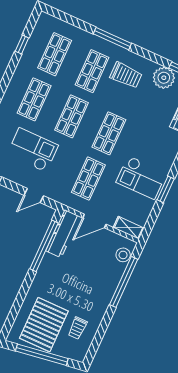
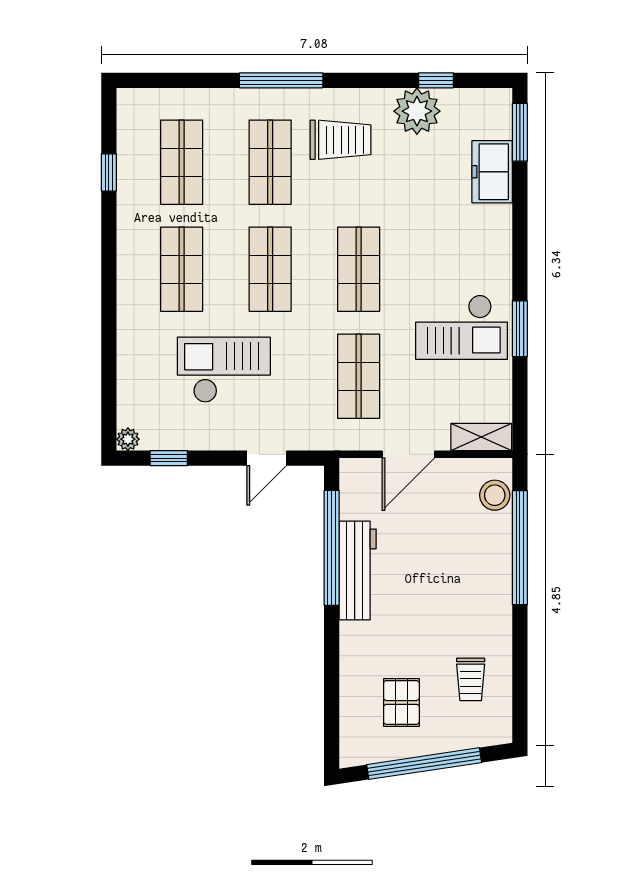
workbench: (63, 234) -> (358, 570), moved
pallet: (44, 325) -> (401, 702), width x0.49, depth x0.50

